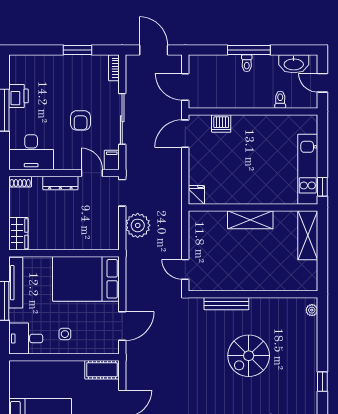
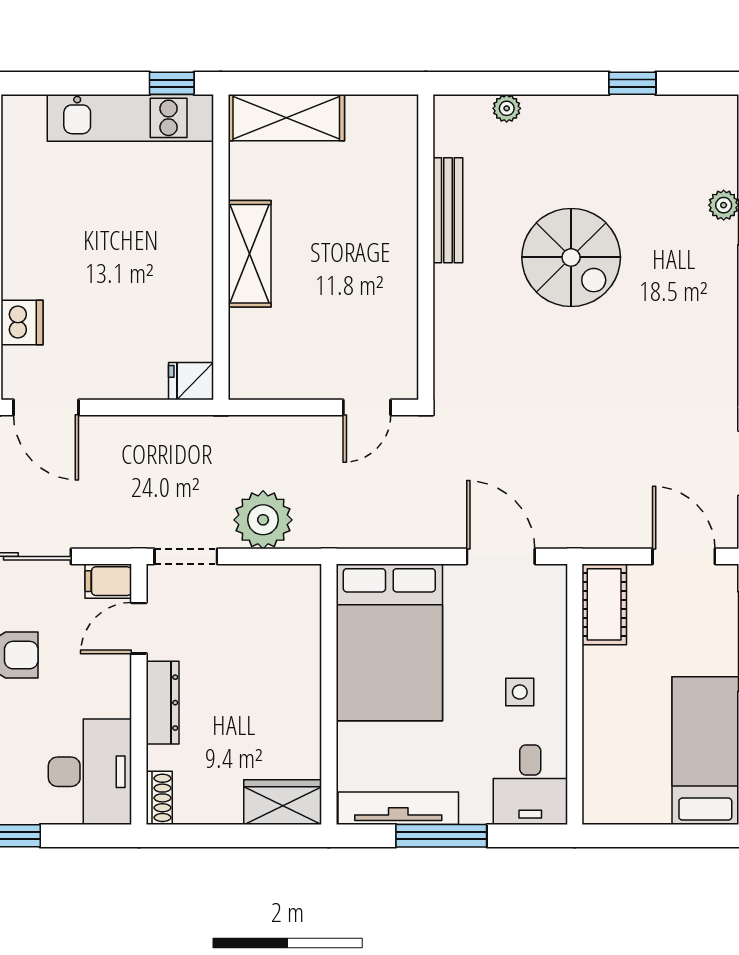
bench: (226, 304) -> (448, 210), moved
plant: (312, 310) -> (507, 108), moved

